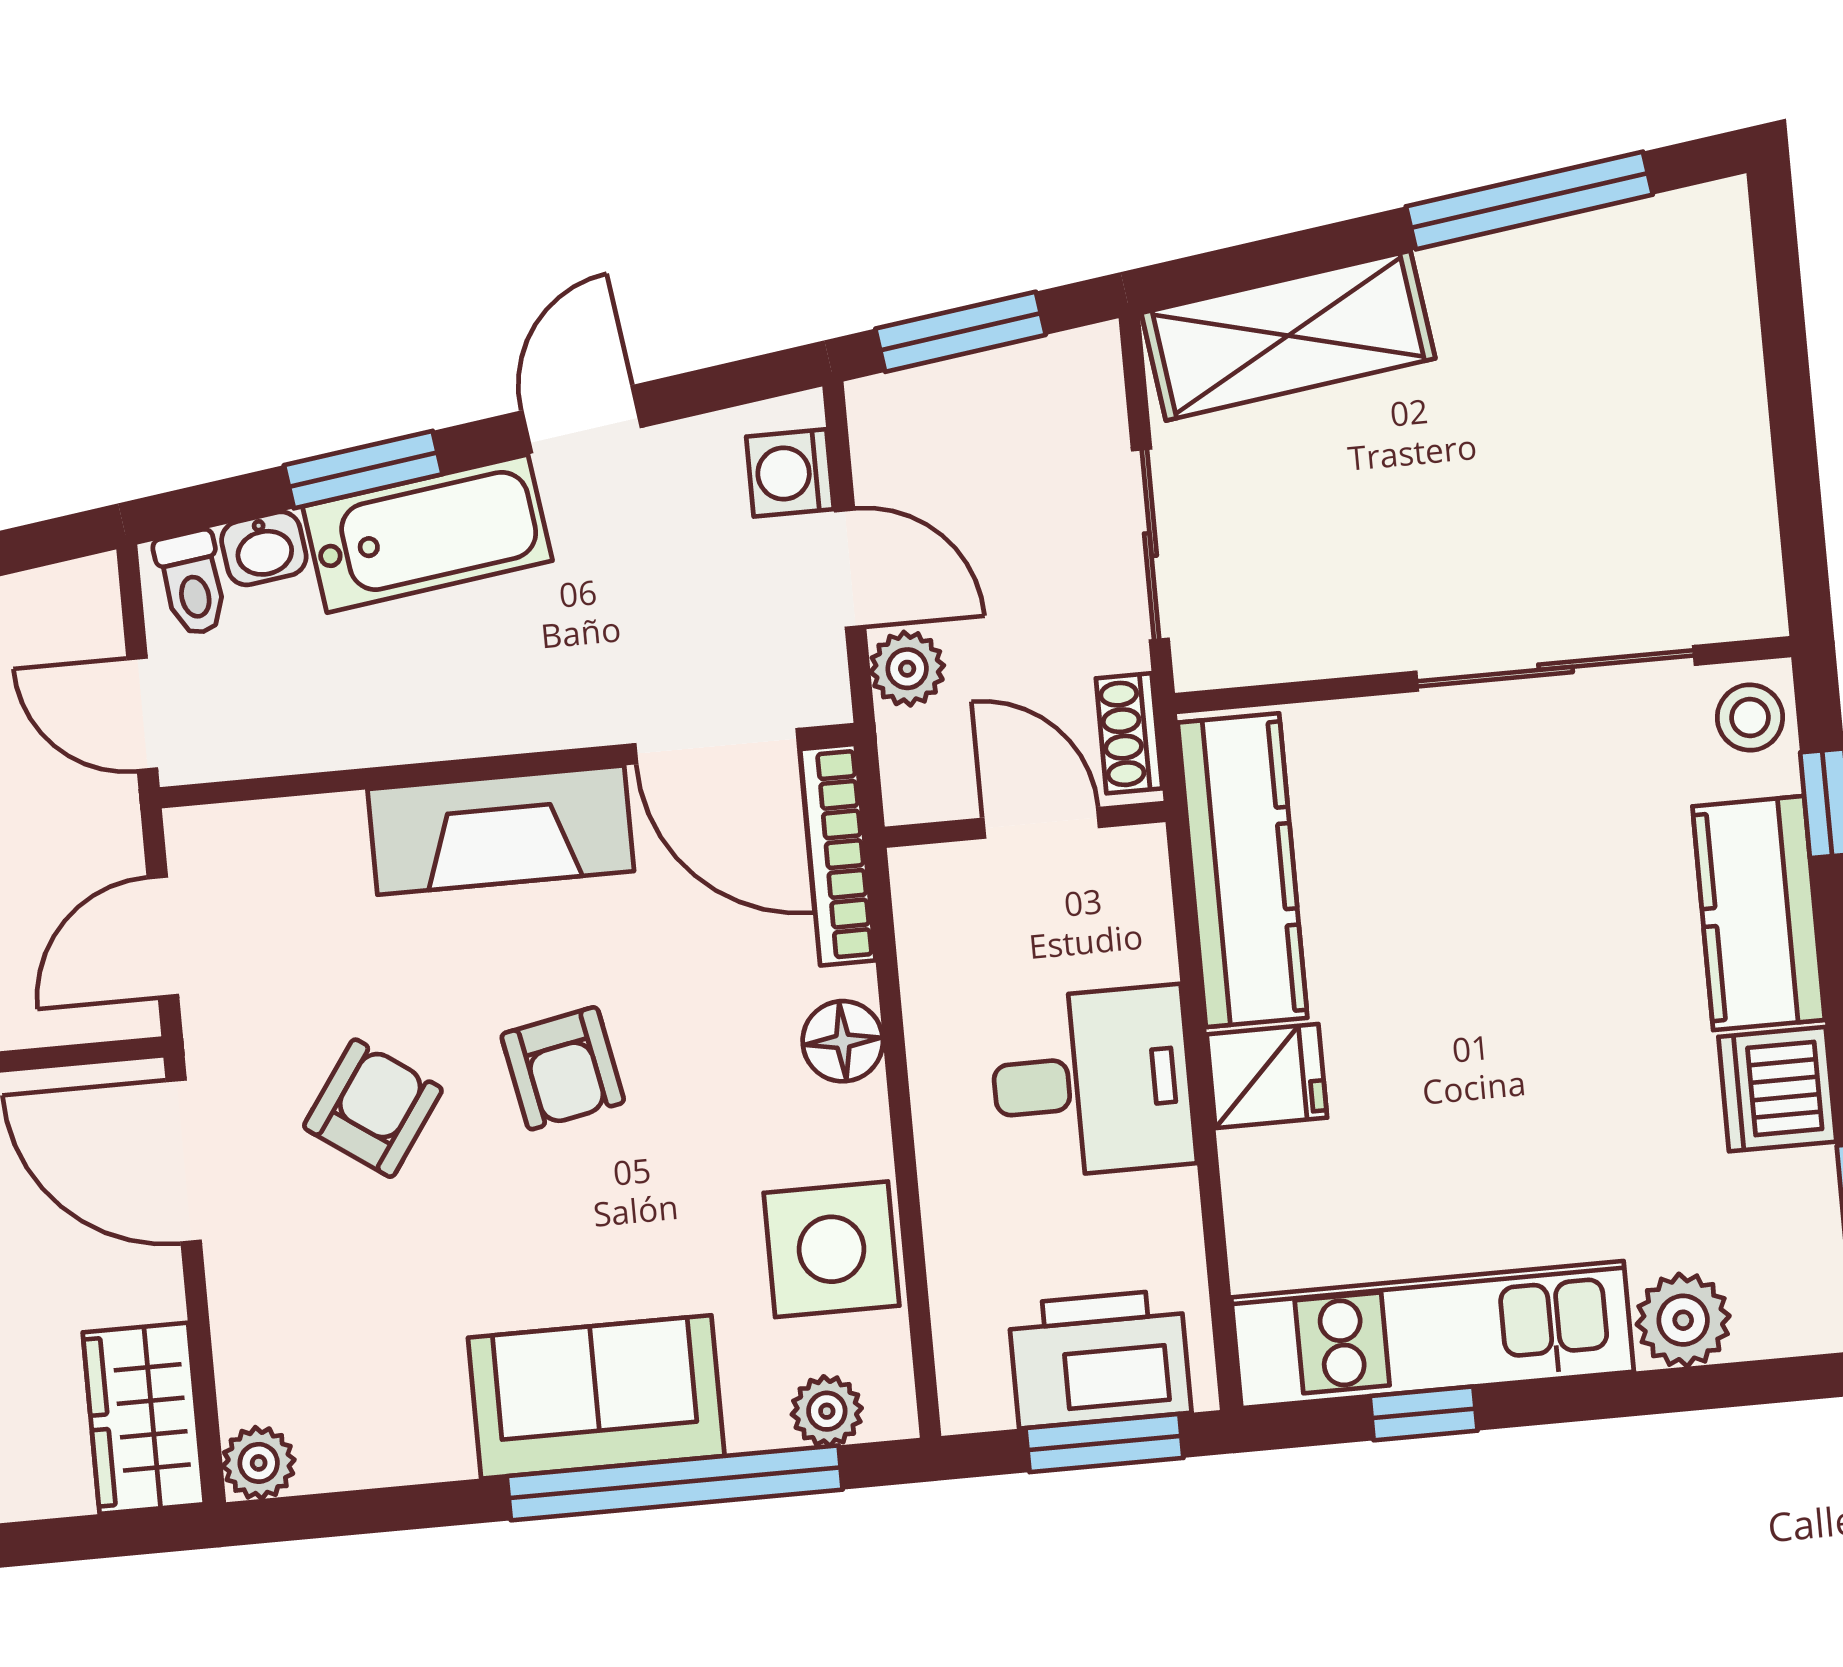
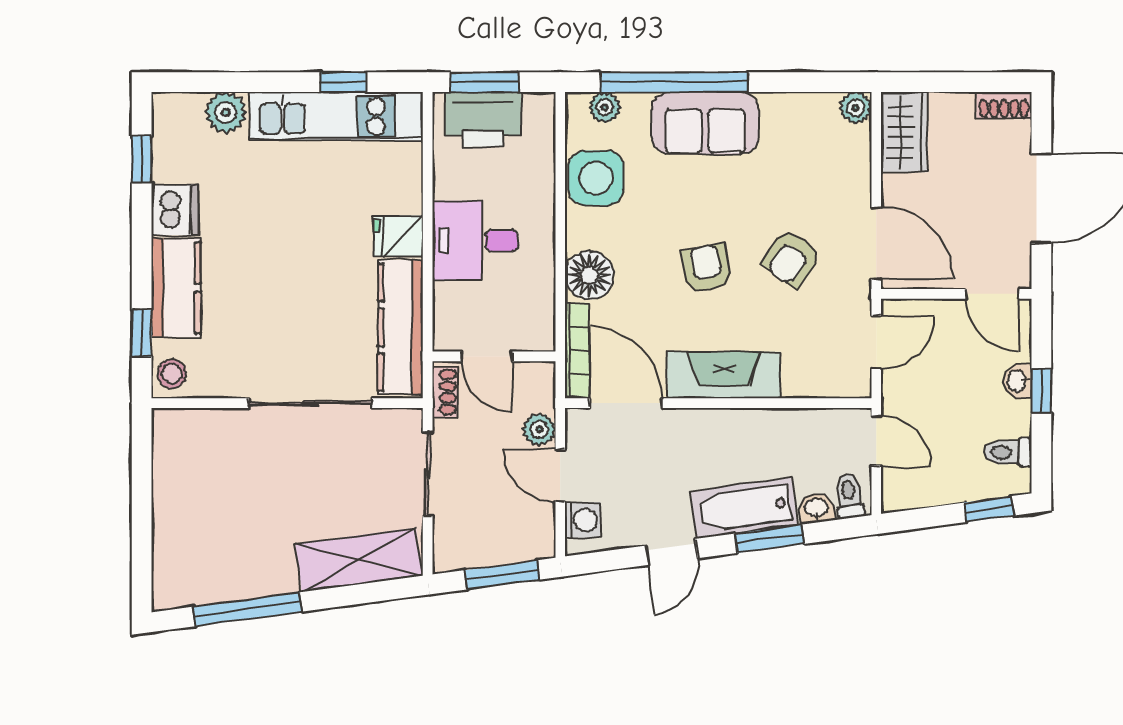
sliding door: (1556, 668) -> (310, 403), moved
floor lamp: (843, 1041) -> (589, 275), width x1.38, depth x1.38

